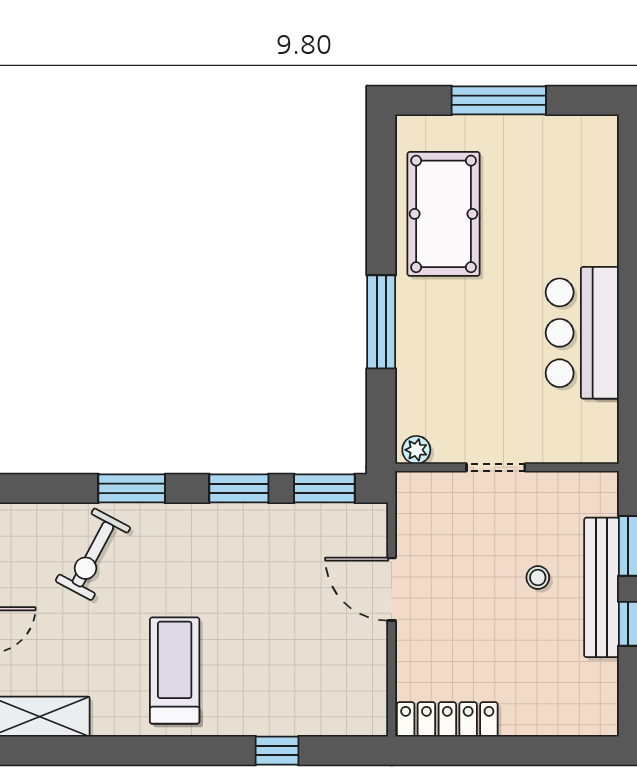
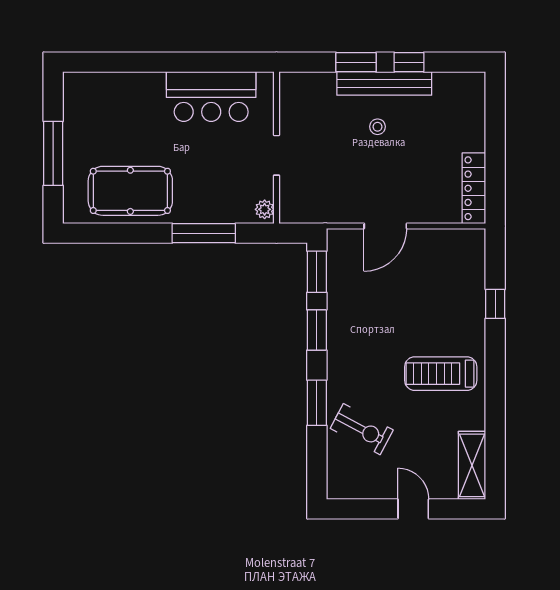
plant: (416, 450) -> (265, 209), moved
doorway: (496, 467) -> (276, 155), moved
wall: (507, 467) -> (276, 148), moved

